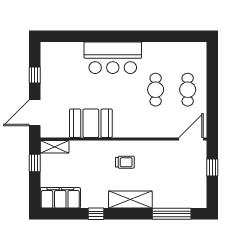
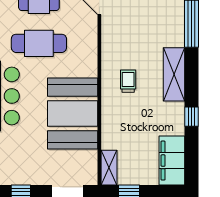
cafe table: (156, 90) -> (39, 43), width x1.37, depth x1.35
booth: (91, 123) -> (73, 113), width x1.36, depth x1.42

